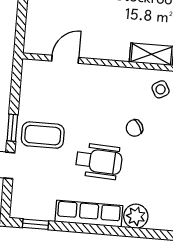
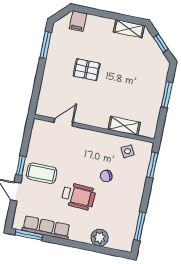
row of seats: (89, 214) -> (46, 228), moved
window: (35, 224) -> (29, 235), width x1.50

